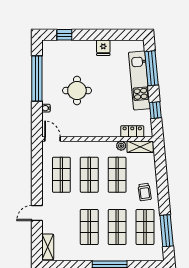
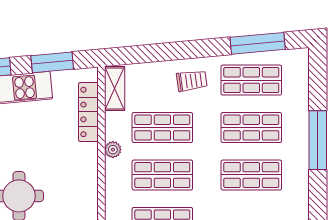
window: (155, 110) -> (52, 62), width x1.50
locker: (132, 131) -> (88, 112), width x1.53
plant: (121, 146) -> (113, 150), moved

